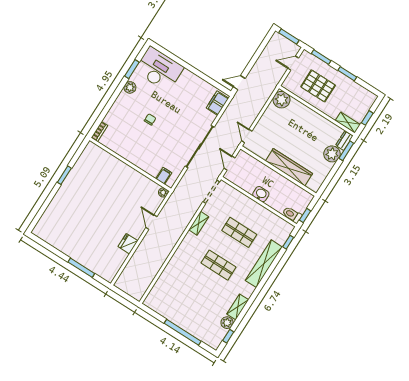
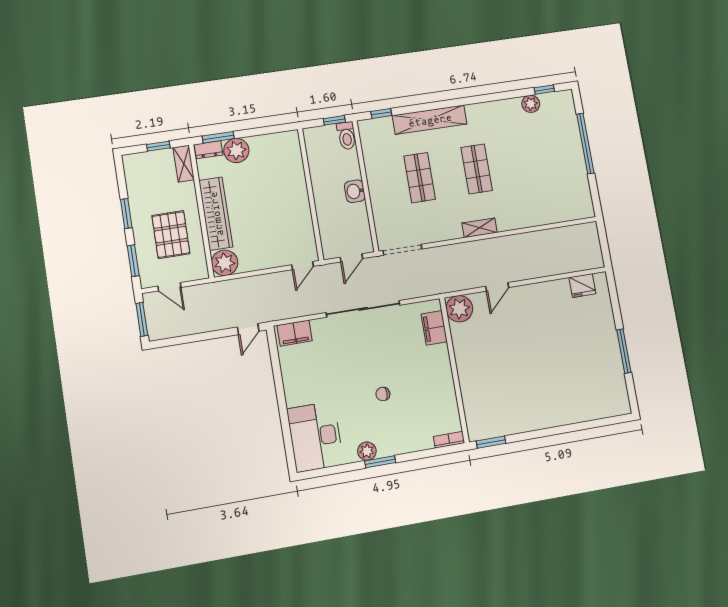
window: (132, 69) -> (380, 462), moved
door: (239, 83) -> (248, 329), hinge flipped
wardrobe: (289, 167) -> (216, 214), moved, turned 180
window: (64, 175) -> (491, 442), moved
filing cabinet: (164, 176) -> (434, 328), width x2.00
plant: (163, 192) -> (459, 309), width x1.87, depth x1.87
shelving: (199, 223) -> (480, 228), moved
fridge: (128, 244) -> (582, 285), moved
window: (81, 268) -> (624, 351), moved
shelving: (238, 307) -> (503, 107), removed

